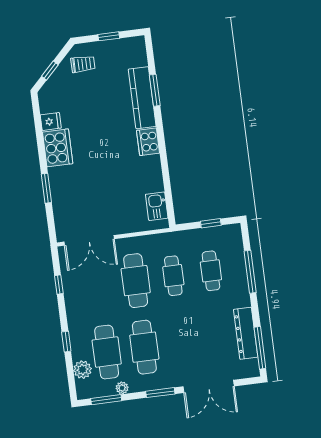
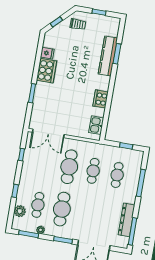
cooker: (148, 142) -> (101, 99), moved
cafe table: (107, 352) -> (38, 205), width x0.73, depth x0.74

